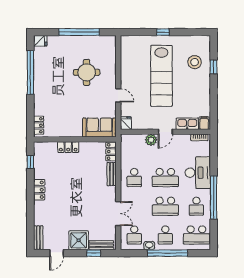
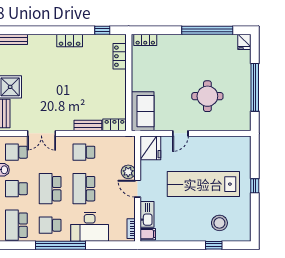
fridge: (126, 123) -> (150, 148), width x1.88, depth x1.34
locker: (68, 147) -> (120, 56), moved

